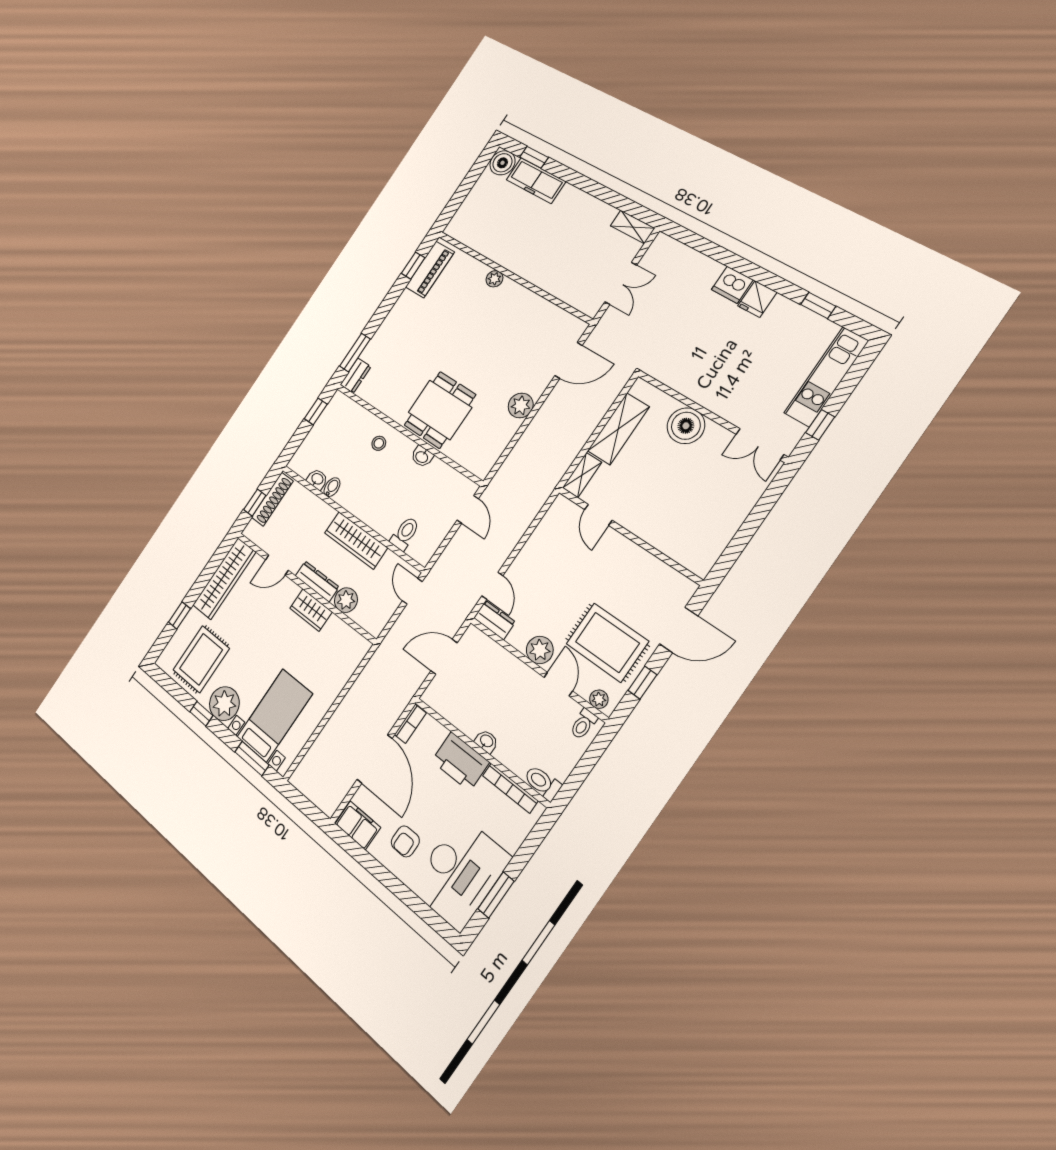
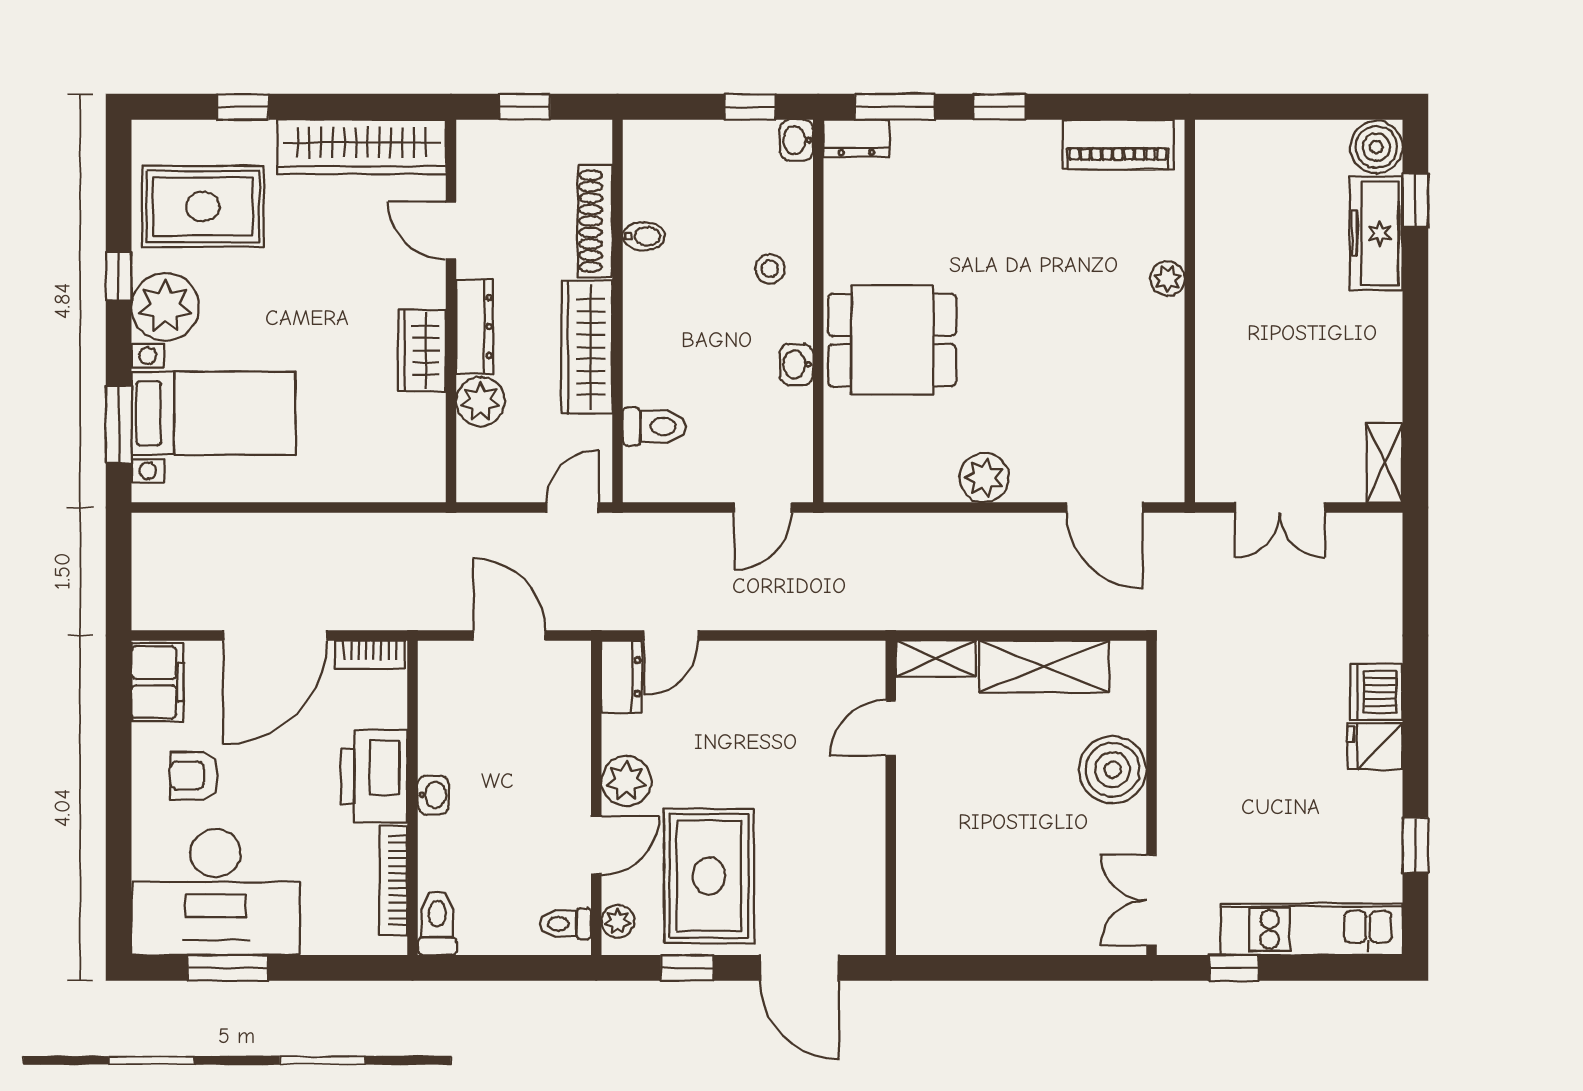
window: (413, 266) -> (1000, 107), moved
washbasin: (317, 479) -> (796, 140), moved, turned 180
shoe rack: (272, 499) -> (595, 221), moved, turned 90

